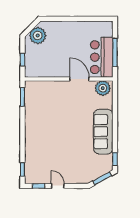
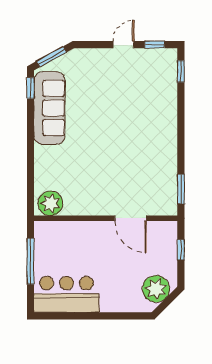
bar counter: (102, 57) -> (66, 294), moved, turned -90
door: (79, 79) -> (130, 218), moved
sofa: (103, 132) -> (50, 108), moved
door: (58, 186) -> (124, 45), swing flipped

